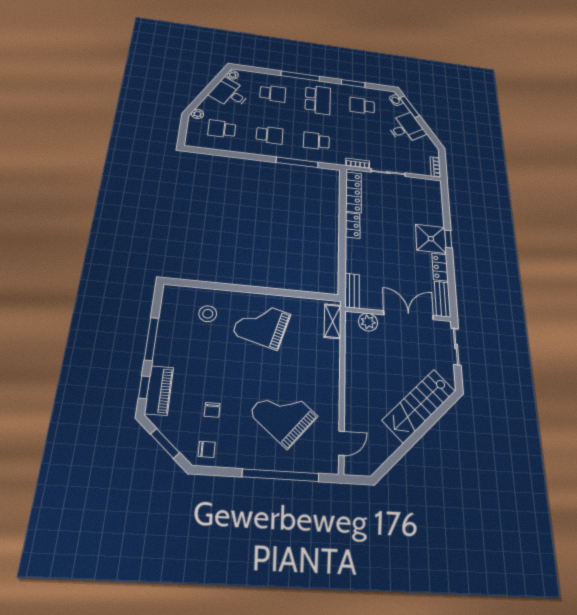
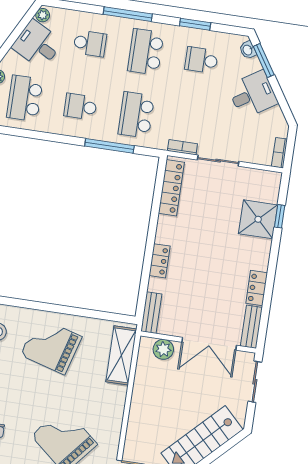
school desk: (318, 100) -> (146, 52), turned 180
school desk: (222, 129) -> (25, 98), width x1.85
school desk: (270, 135) -> (80, 107), turned 180
school desk: (316, 141) -> (136, 115), width x1.85
locker: (353, 225) -> (160, 261), moved
shower: (431, 239) -> (258, 219), moved
window: (448, 239) -> (280, 216), moved
double door: (409, 315) -> (209, 344), swing flipped
shelving: (333, 321) -> (121, 355), width x1.50, depth x1.33

